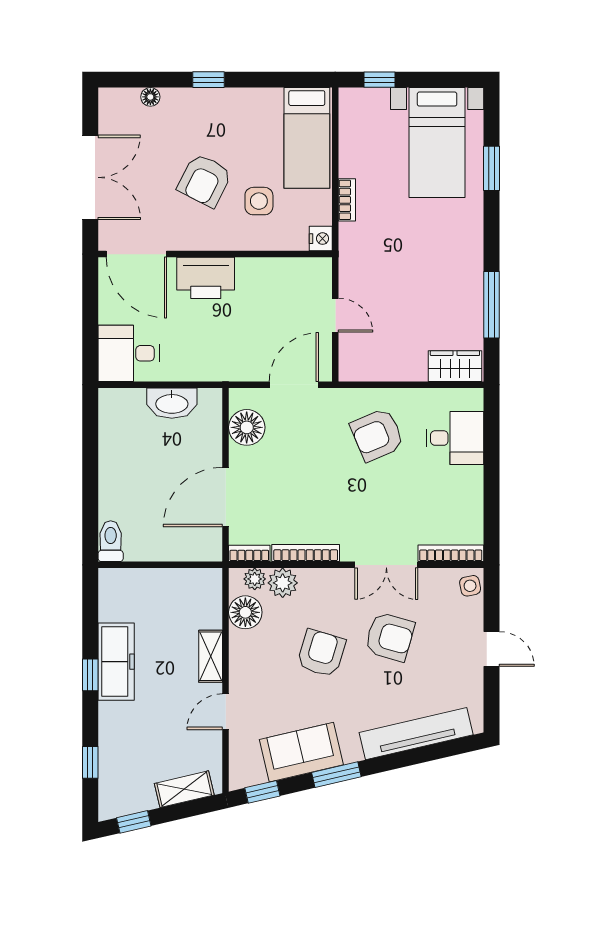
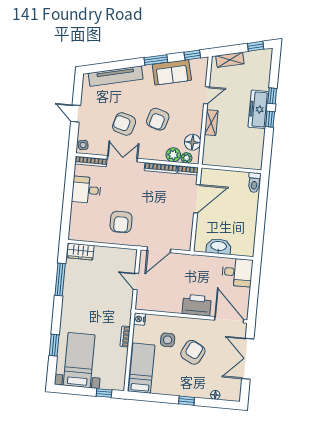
floor lamp: (247, 427) -> (184, 231), removed
armchair: (377, 435) -> (121, 222), turned 113
desk: (455, 438) -> (86, 190), moved
freezer: (116, 662) -> (258, 109), moved
window: (90, 762) -> (272, 96), moved

